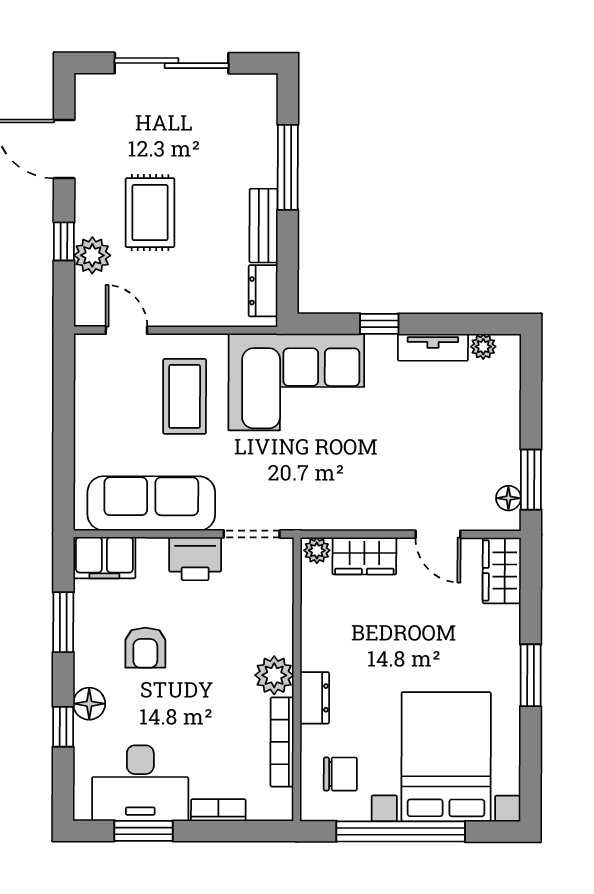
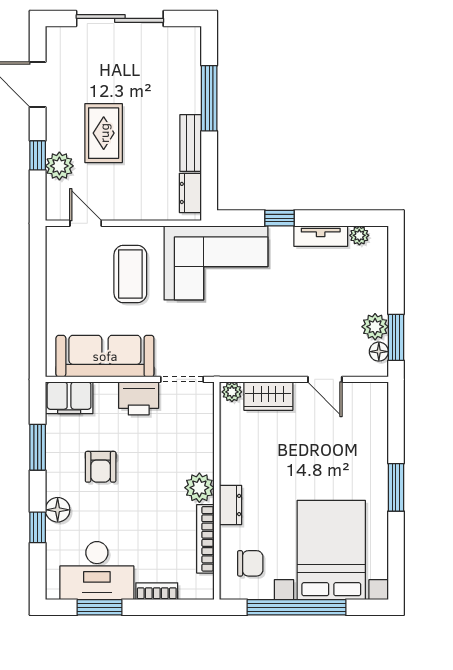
plant: (504, 466) -> (375, 327), added
wardrobe: (502, 571) -> (374, 407), removed

